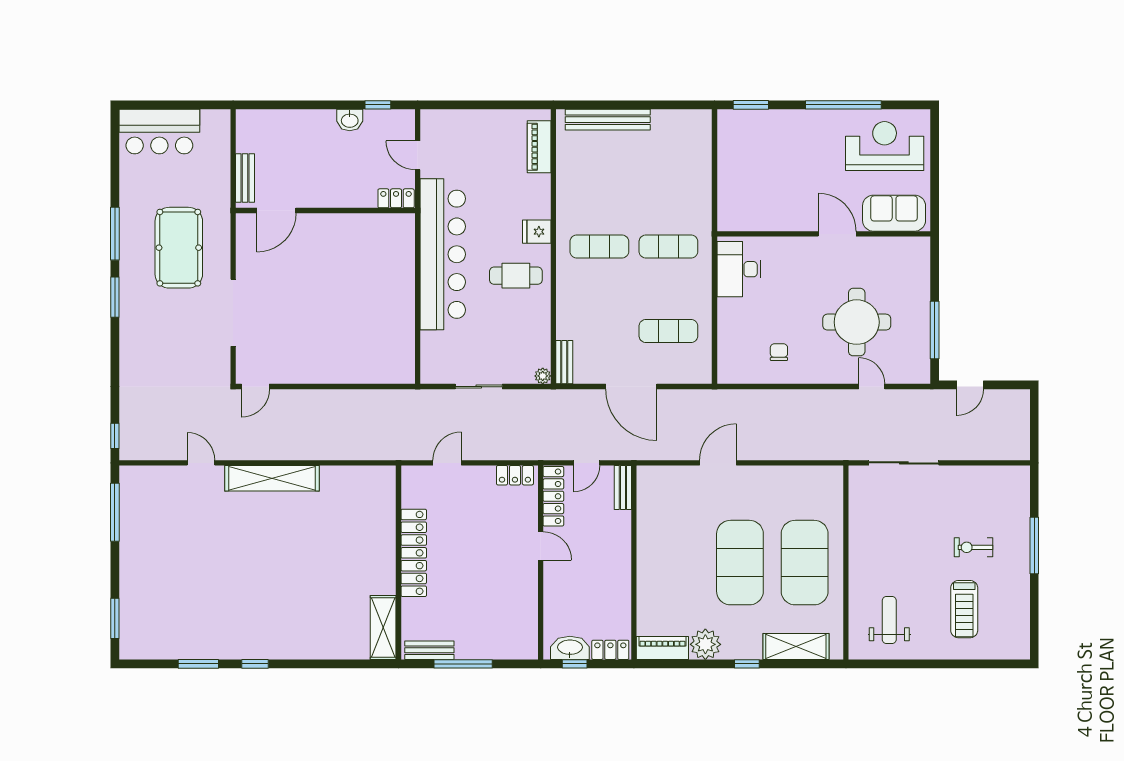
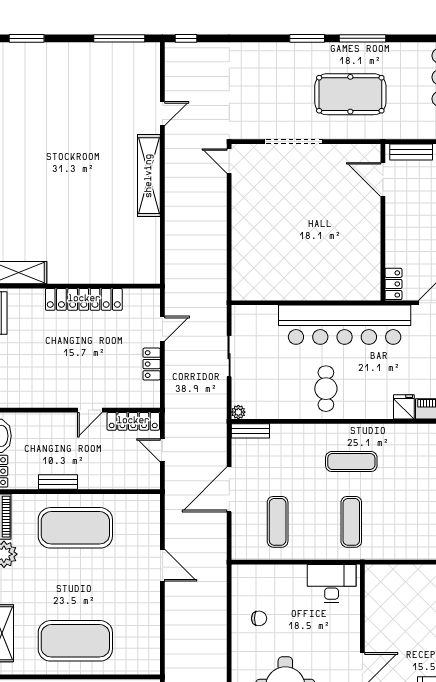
fridge: (537, 232) -> (404, 407), moved
exercise mat: (599, 247) -> (351, 462), turned 90
door: (447, 463) -> (162, 329), hinge flipped
locker: (515, 475) -> (152, 364), moved
bench: (623, 488) -> (58, 482), moved
exercise mat: (740, 563) -> (75, 528), moved

